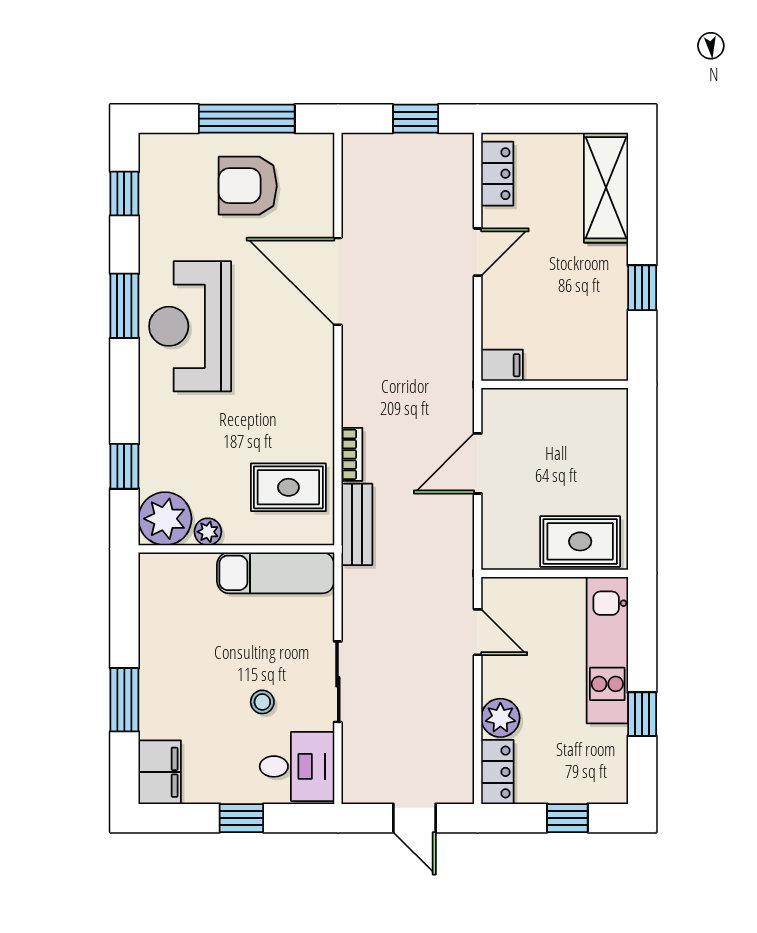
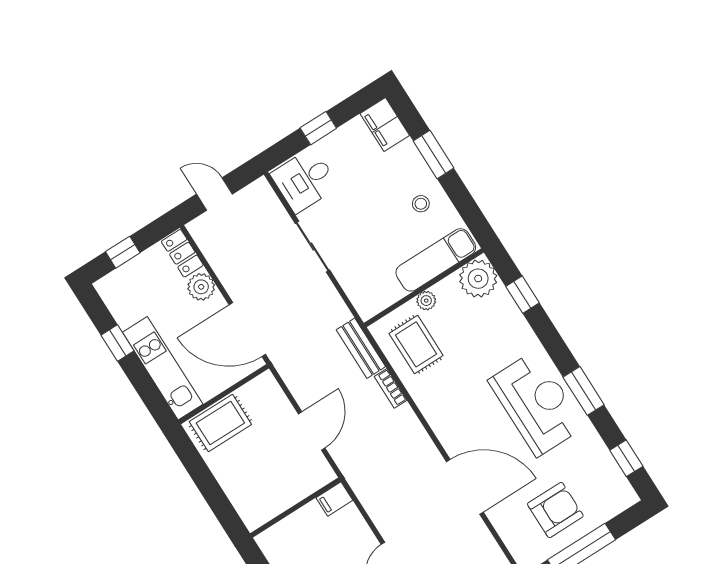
rug: (288, 487) -> (416, 344), turned 90
plant: (208, 532) -> (426, 301), moved
exam couch: (276, 573) -> (436, 260), moved
door: (478, 632) -> (247, 330), width x1.87
stool: (262, 702) -> (421, 204), moved

